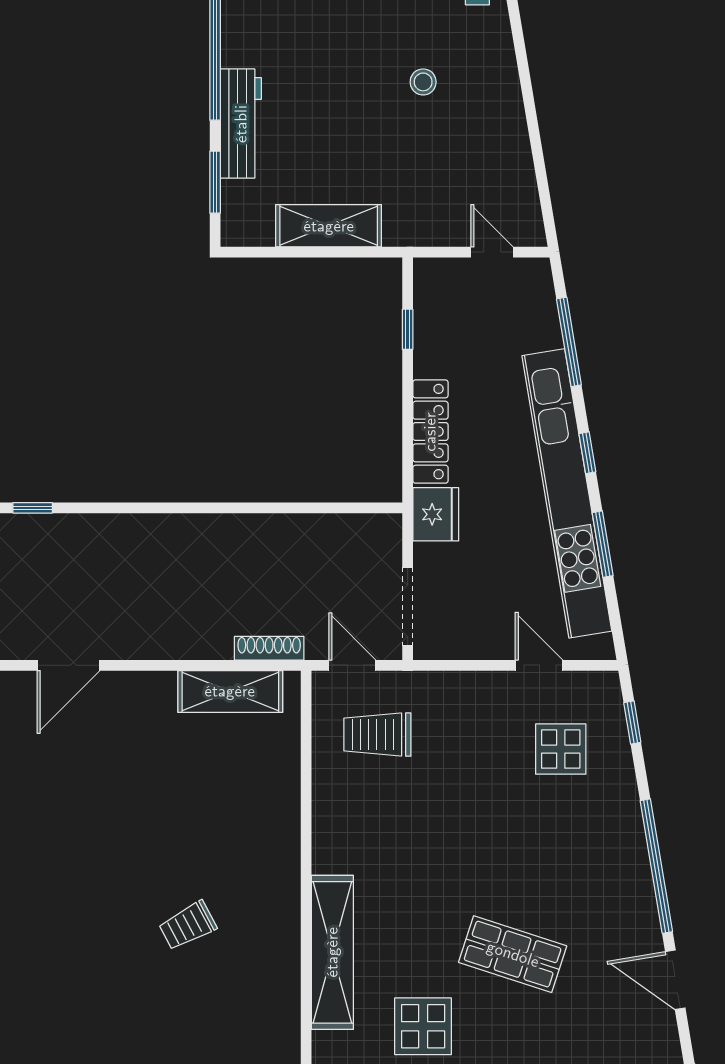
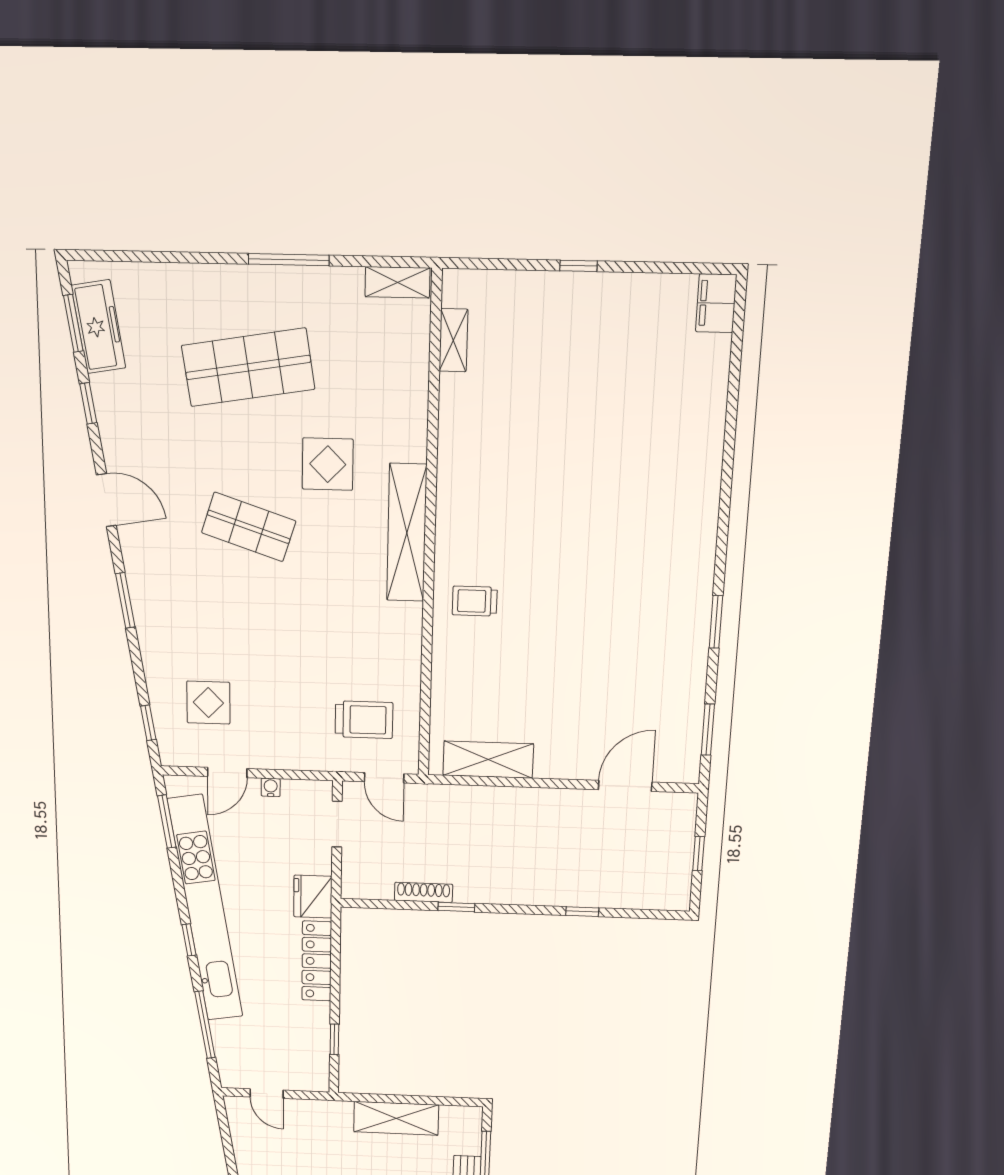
window: (33, 508) -> (582, 912), moved
window: (262, 508) -> (456, 907), added
window: (603, 544) -> (167, 822), moved
doorway: (408, 606) -> (337, 824), width x0.73
shoe rack: (269, 648) -> (424, 892), moved, turned 180
water cooler: (487, 649) -> (271, 787), added
door: (539, 665) -> (227, 772), hinge flipped
window: (656, 866) -> (125, 600), width x0.47
trolley: (188, 925) -> (475, 601), moved, turned -152

